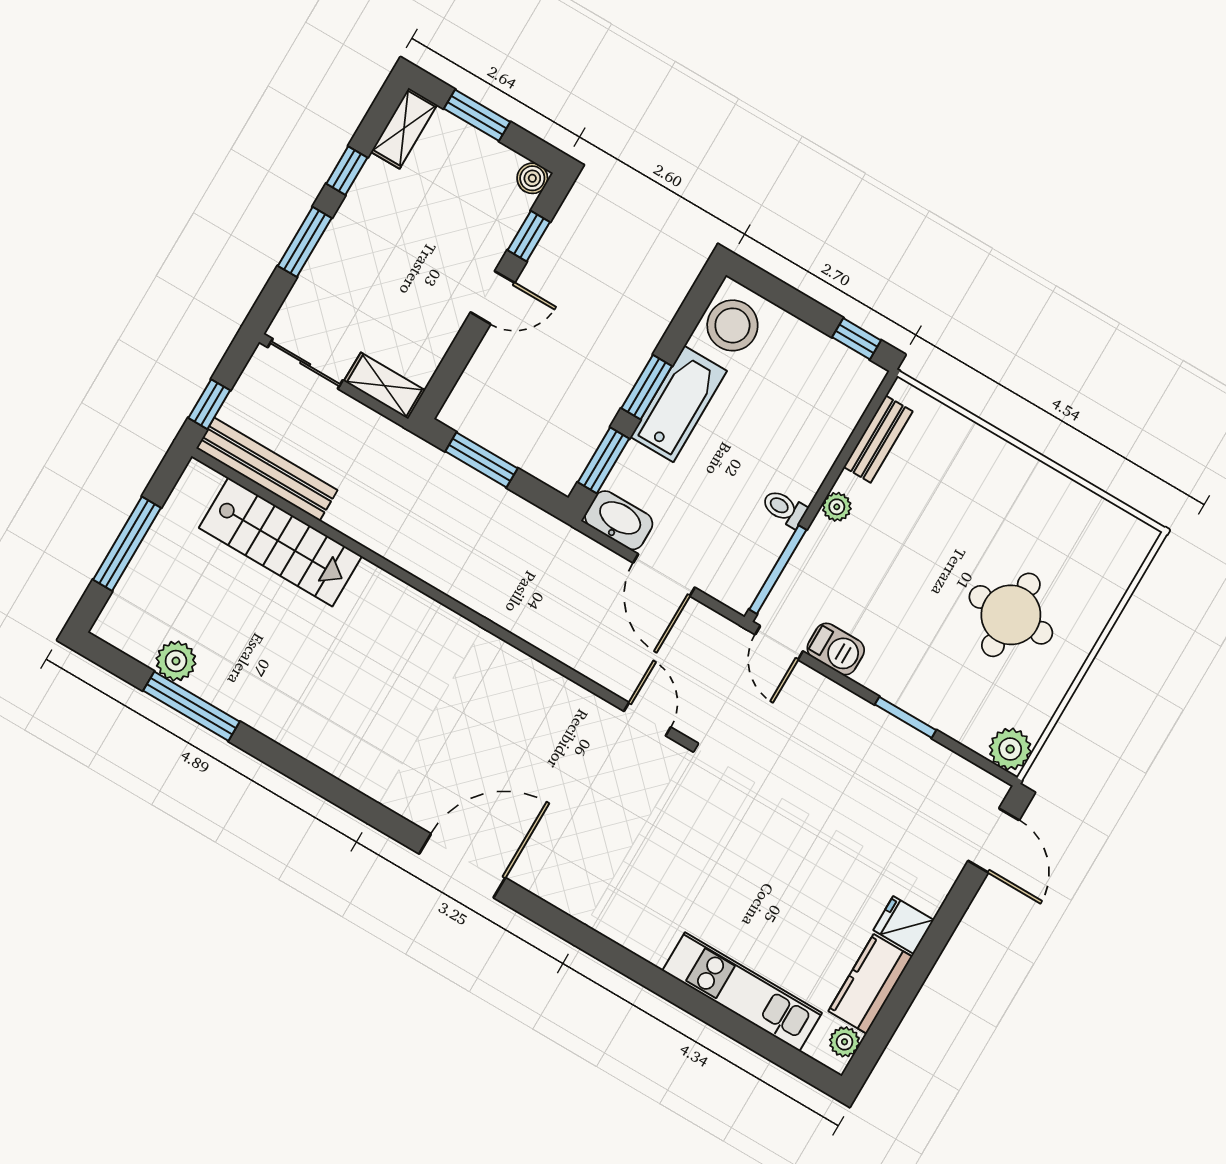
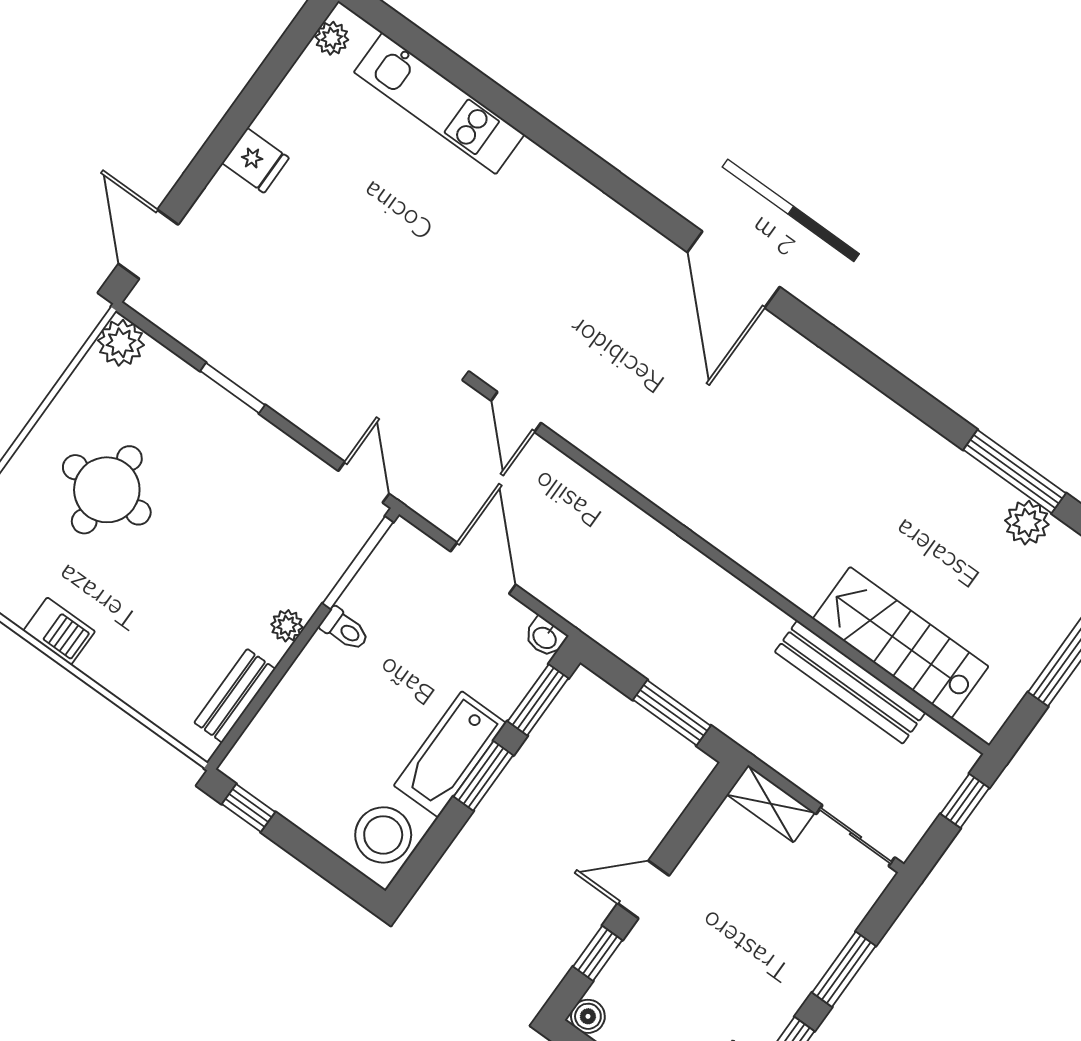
bench: (267, 469) -> (850, 682), moved
washbasin: (619, 520) -> (545, 637), width x0.52, depth x0.69
barbecue: (836, 649) -> (59, 631), moved, turned 180
door: (462, 866) -> (734, 270), hinge flipped
kitchen counter: (870, 984) -> (298, 99), removed

